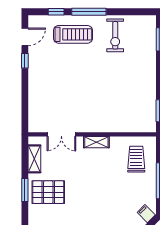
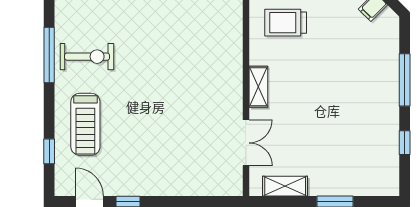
window: (89, 12) -> (49, 55), moved
treadmill: (73, 34) -> (85, 124), turned 180
pallet: (48, 192) -> (338, 164), removed

